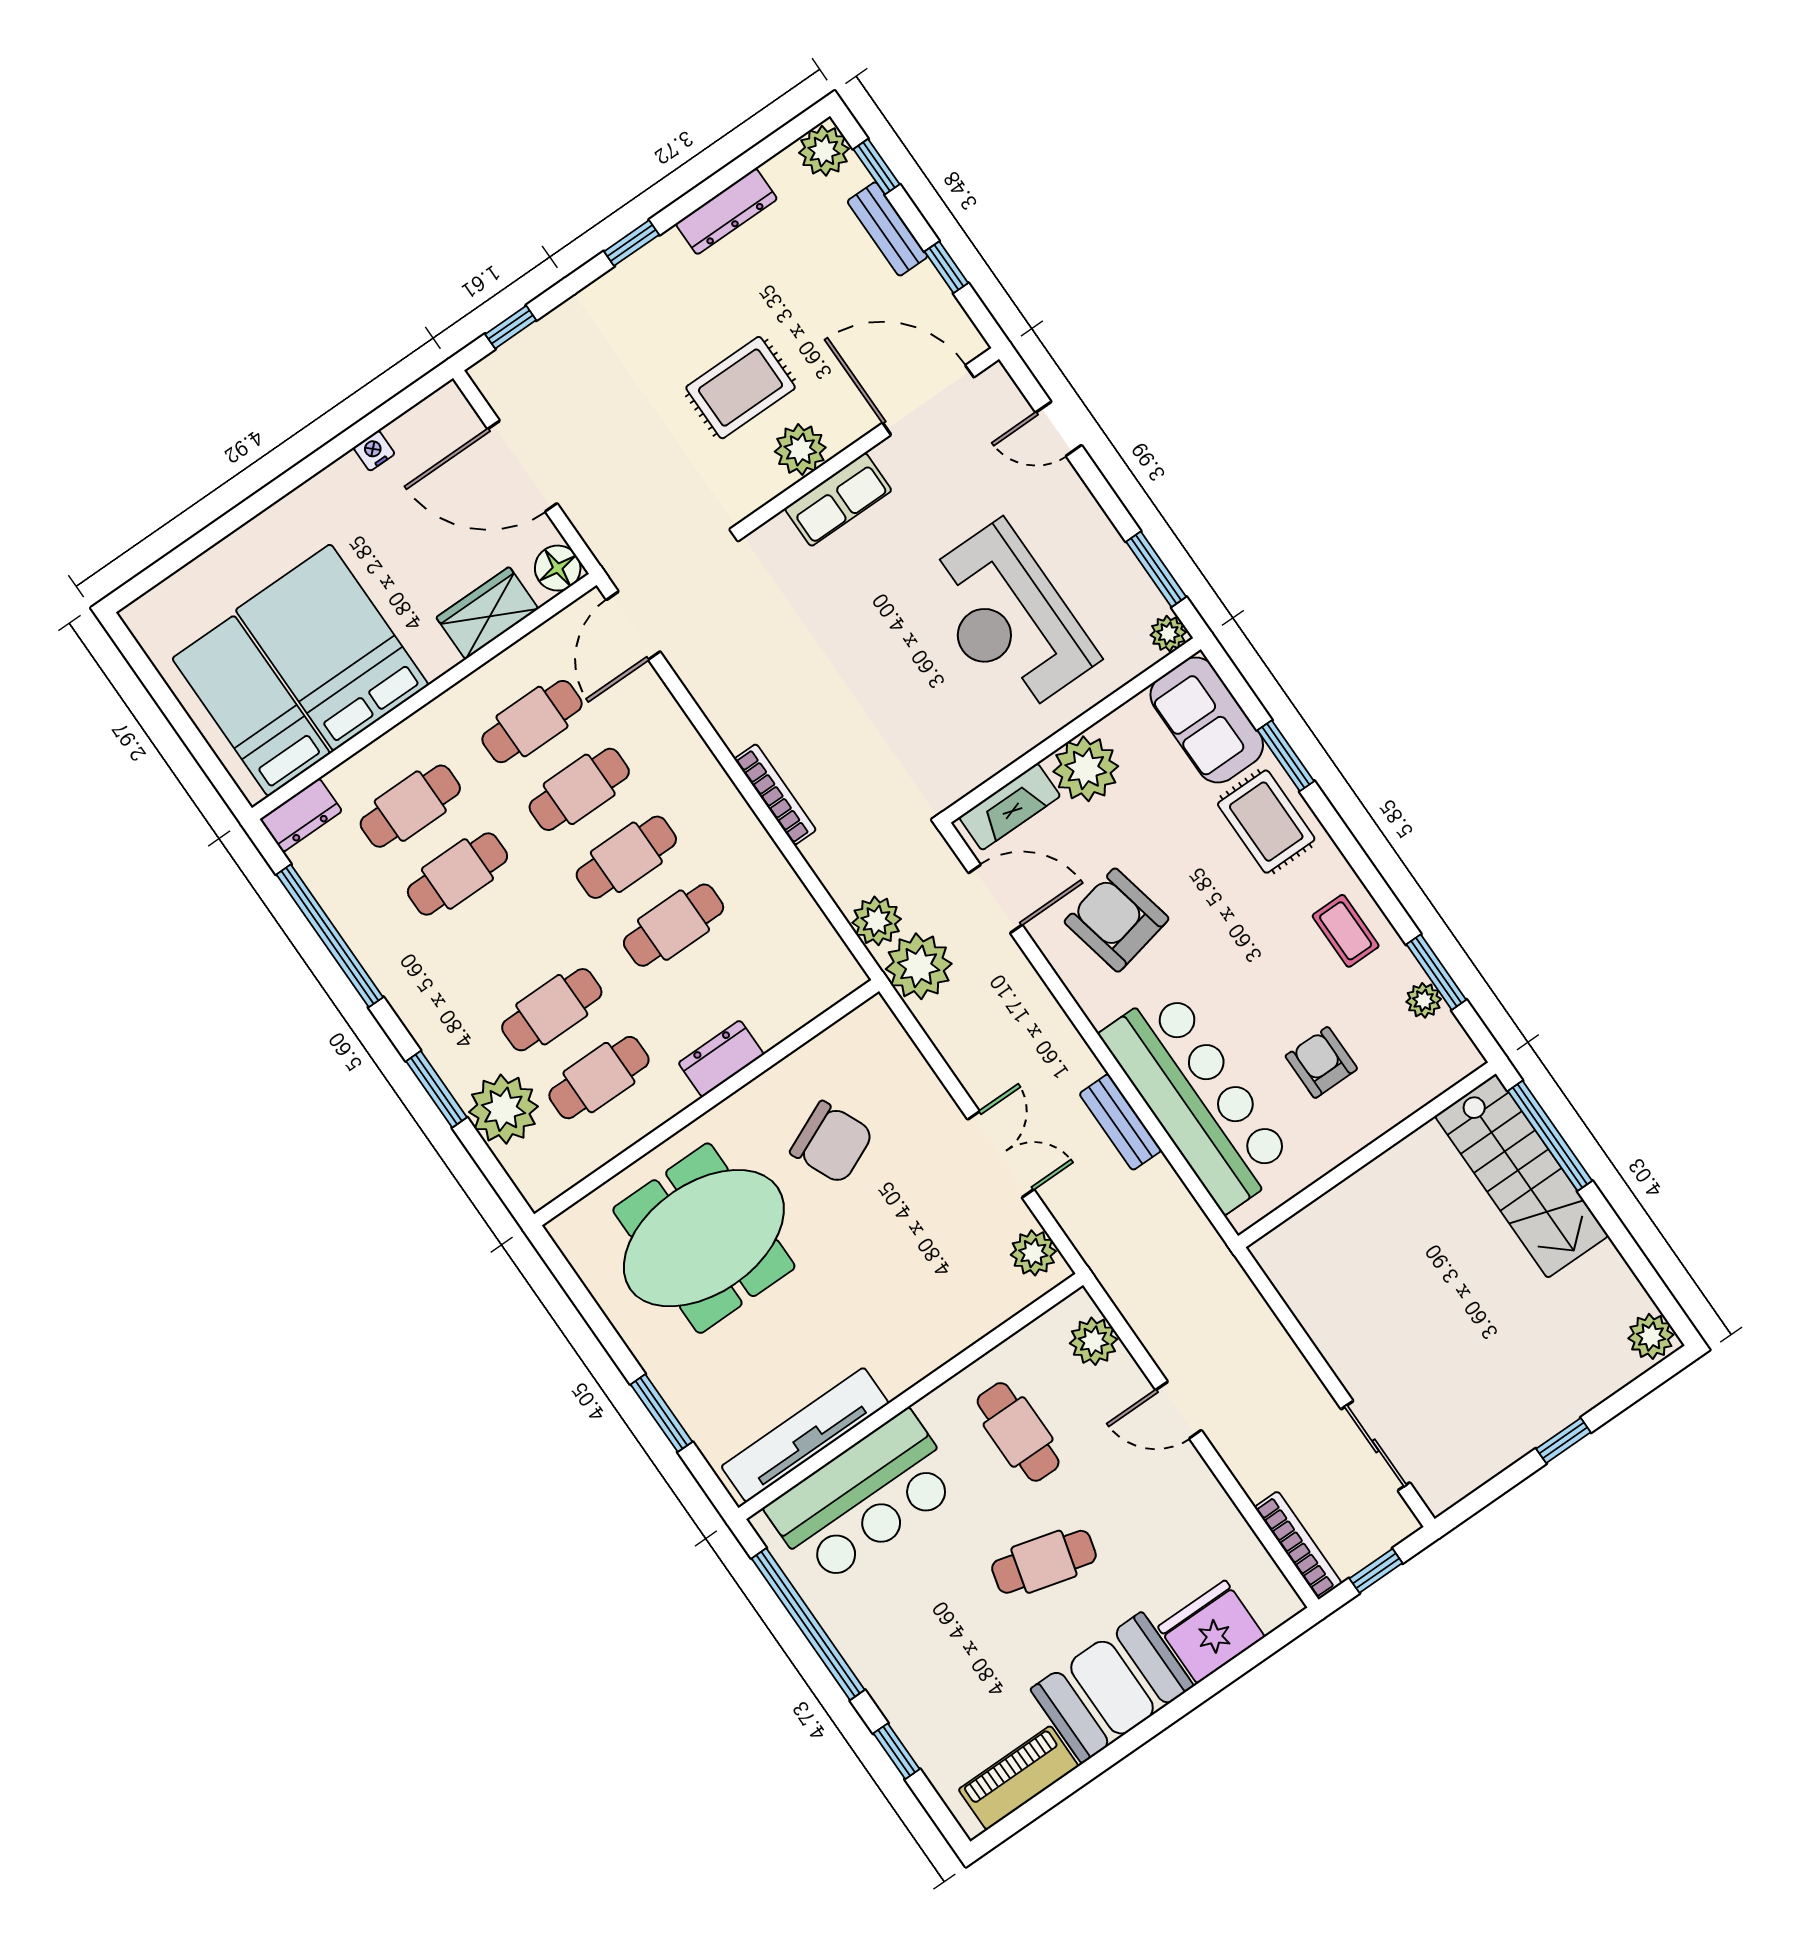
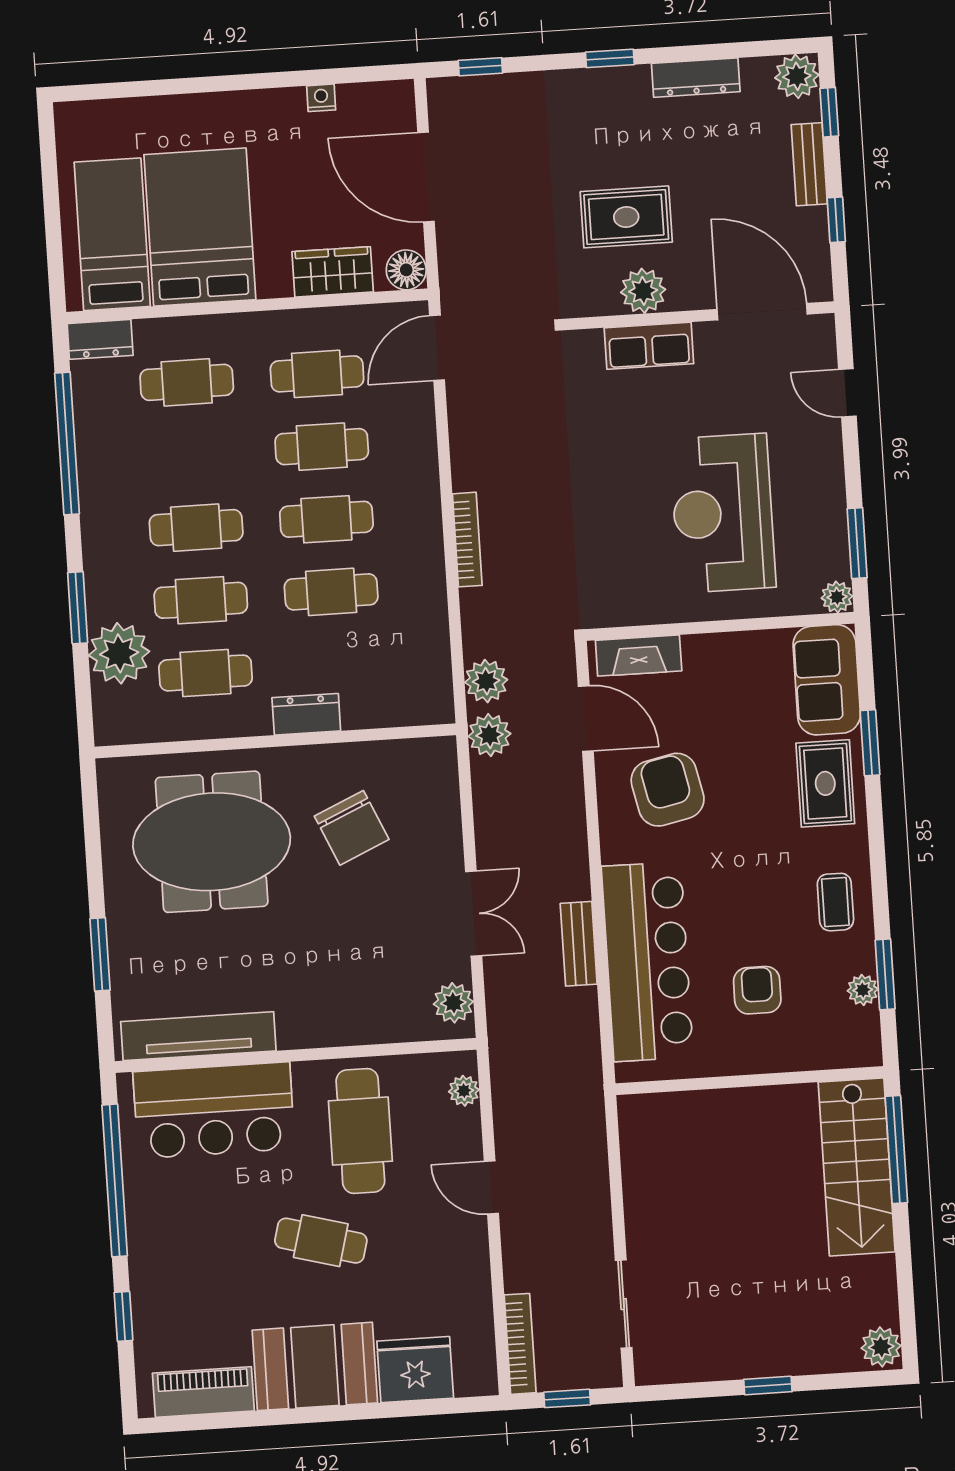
plant: (1086, 769) -> (713, 662), removed
cafe table: (457, 874) -> (196, 528), moved
plant: (919, 966) -> (489, 735), width x0.73, depth x0.73
plant: (1093, 1341) -> (464, 1091), width x0.73, depth x0.73
cafe table: (1018, 1432) -> (360, 1131), width x1.37, depth x1.35

